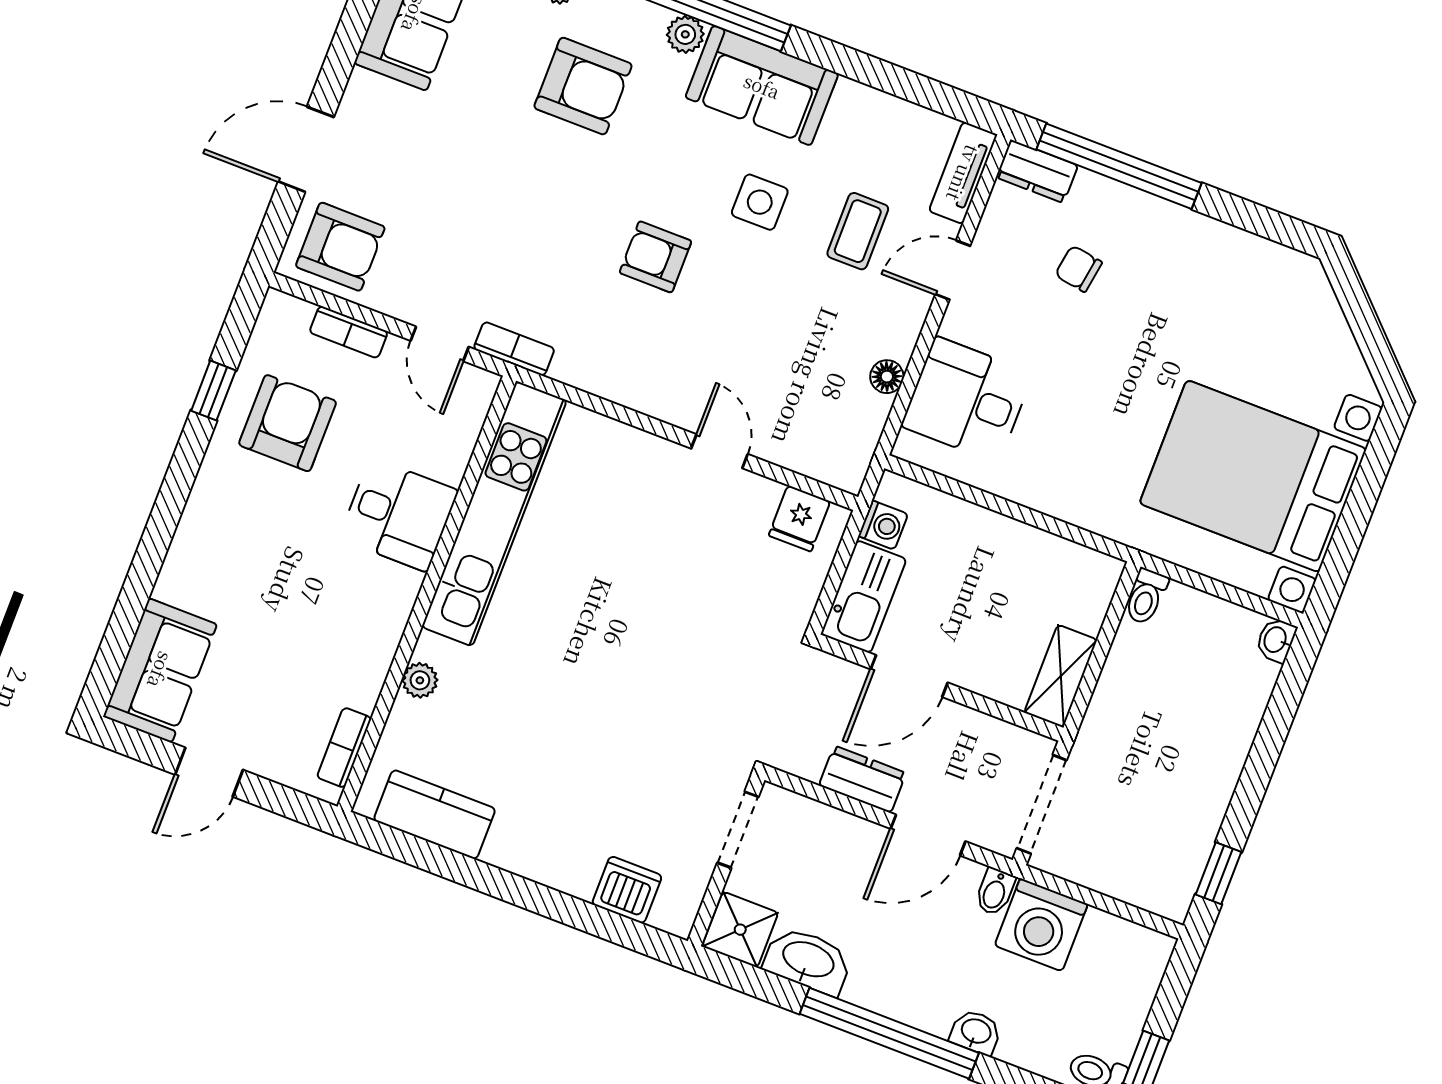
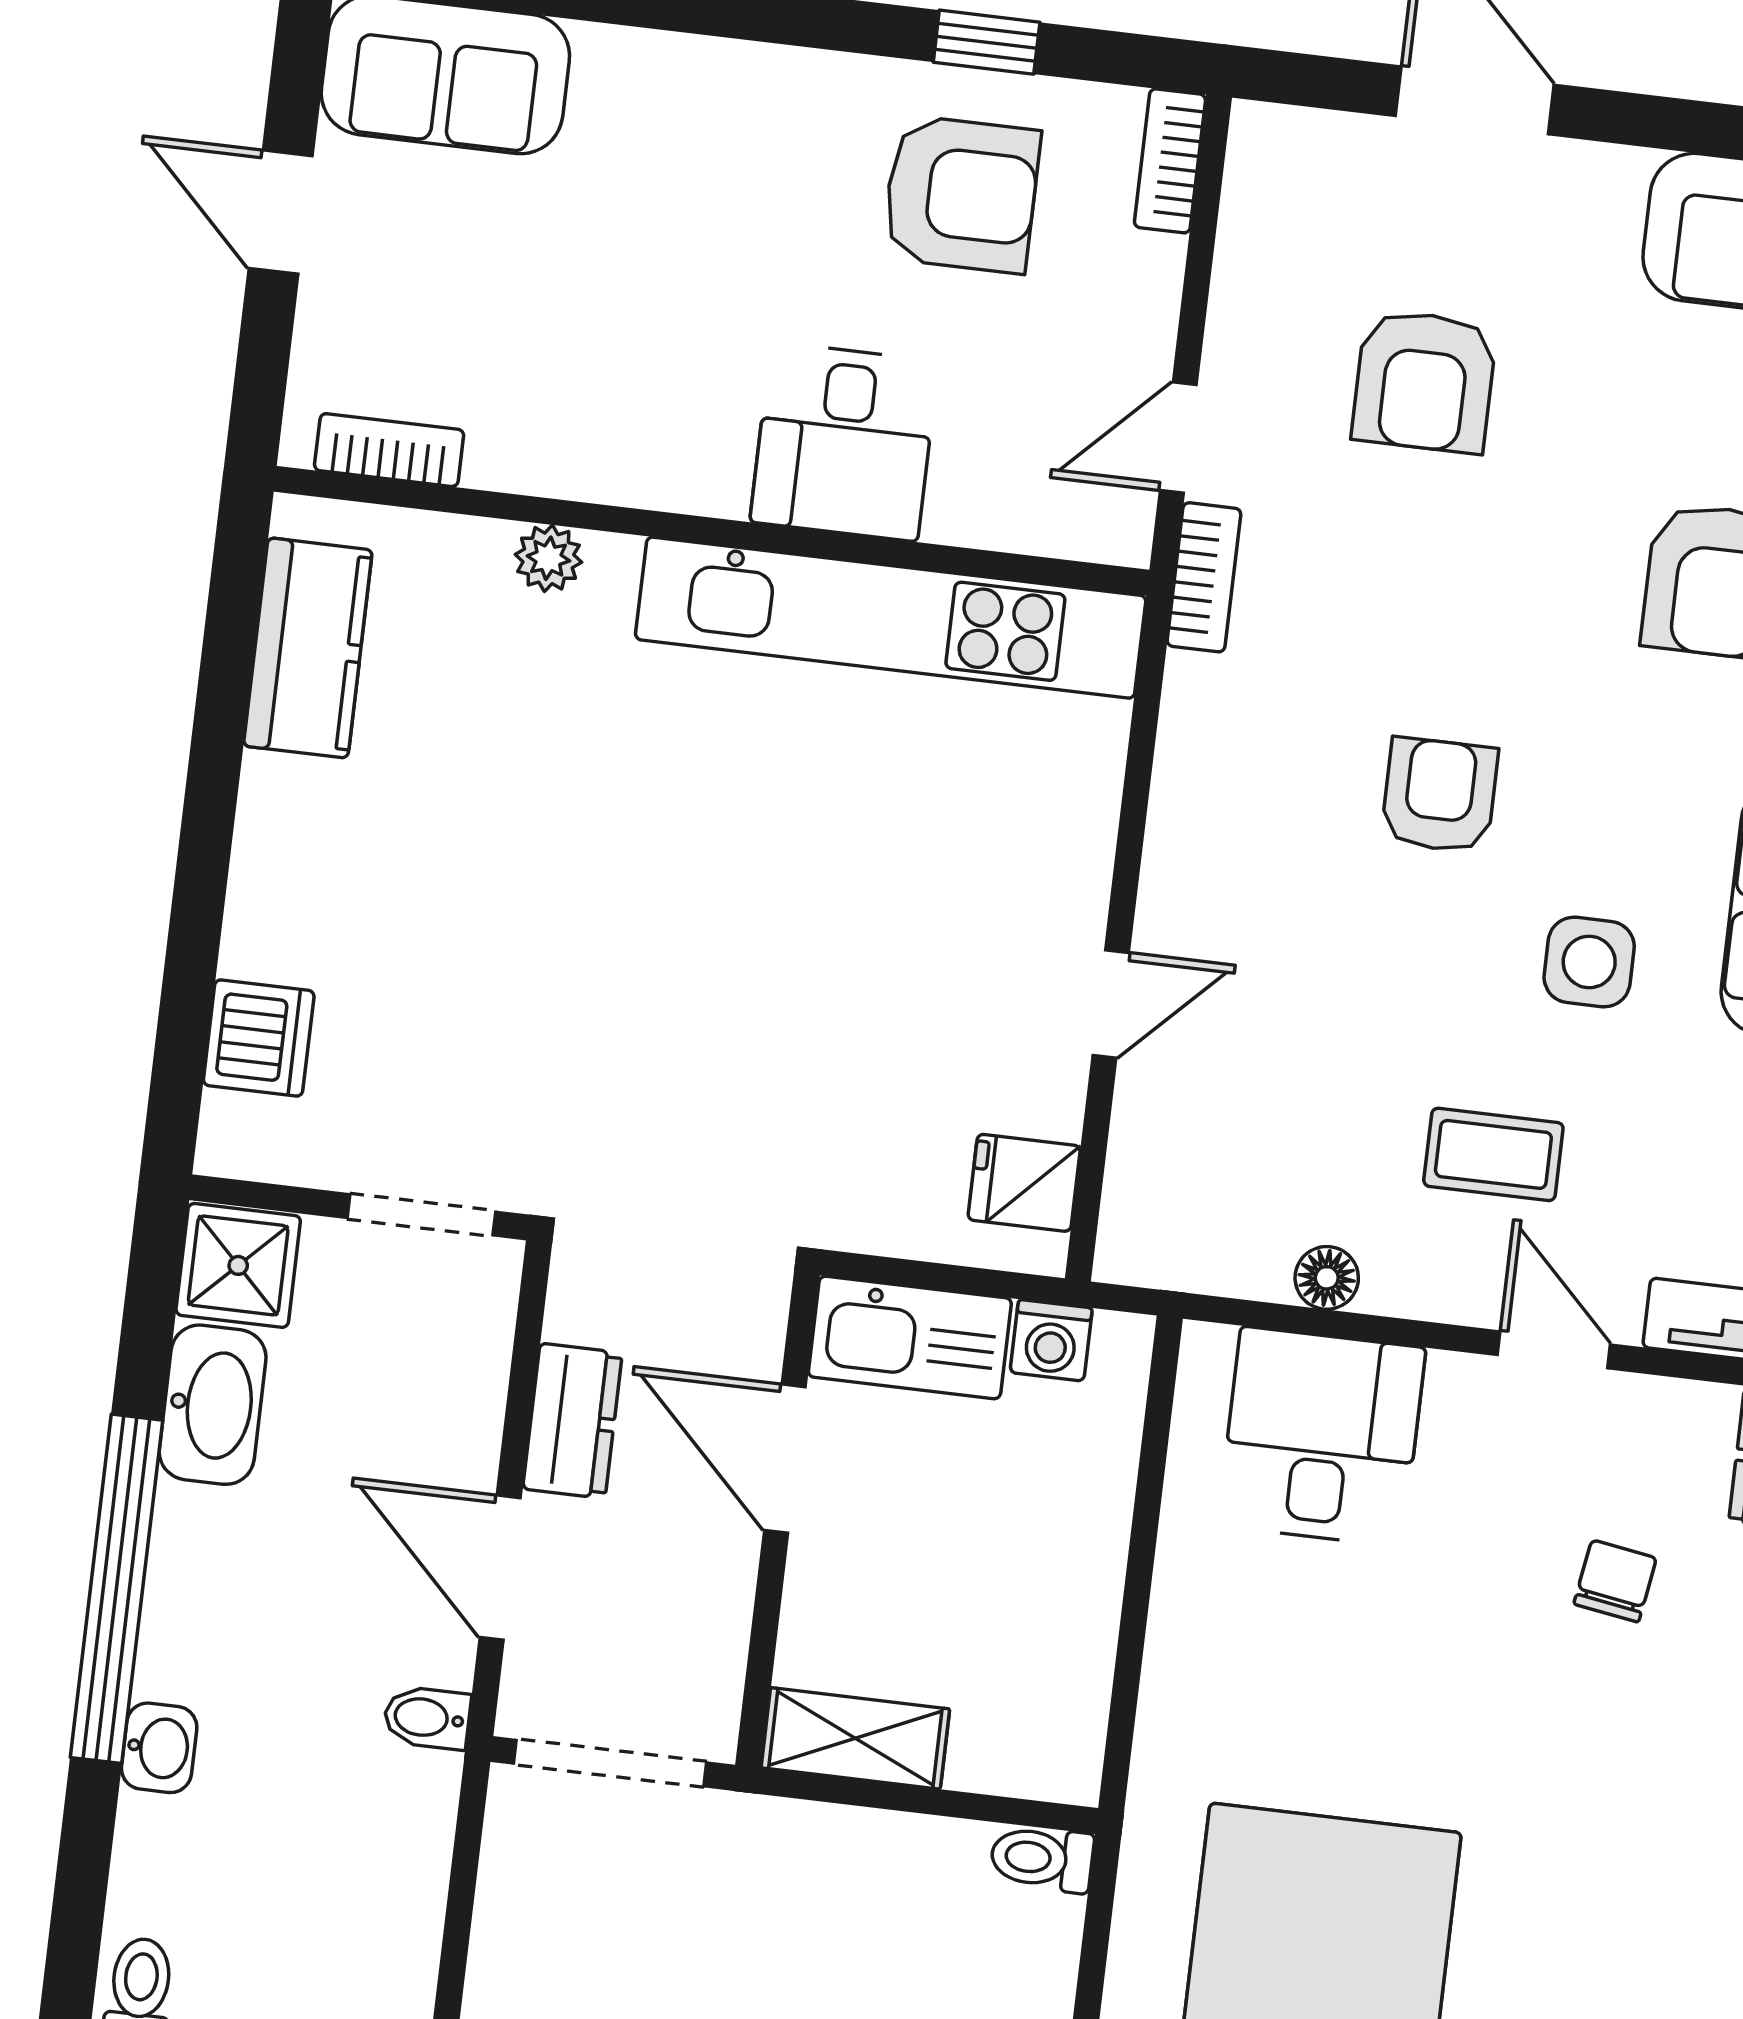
coffee table: (858, 231) -> (1493, 1154), moved
armchair: (340, 247) -> (1424, 381), moved
bookcase: (349, 332) -> (1170, 161), moved
washing machine: (1041, 925) -> (388, 1818), removed

